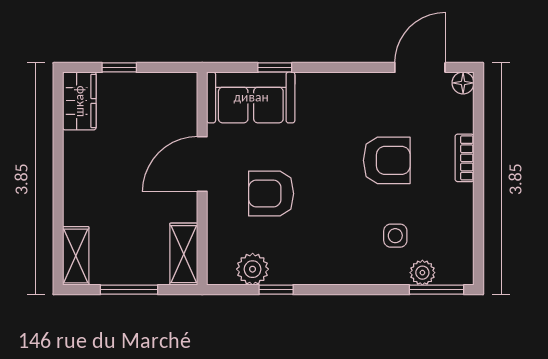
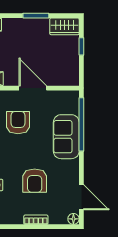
window: (275, 67) -> (81, 124), width x3.17
sofa: (251, 97) -> (66, 137), moved
window: (58, 158) -> (36, 16), added

